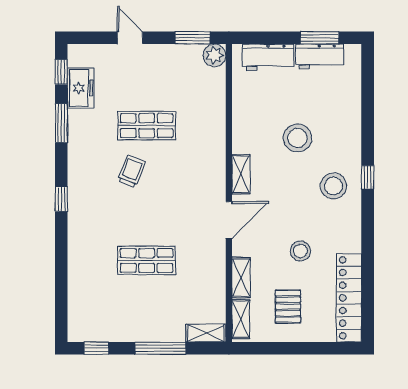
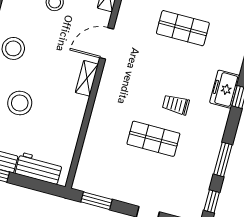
plant: (214, 55) -> (82, 182), removed
freezer: (81, 88) -> (225, 89), moved
stool: (297, 138) -> (20, 103), moved
trolley: (131, 171) -> (176, 105), turned 69

